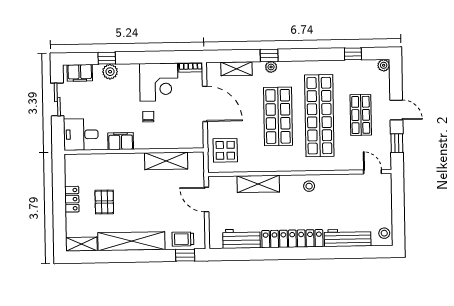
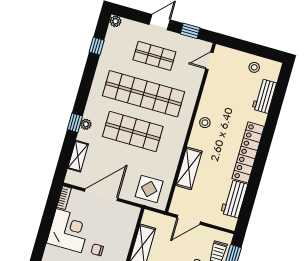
stool: (384, 233) -> (254, 67), moved
workbench: (348, 238) -> (264, 96), width x0.73

